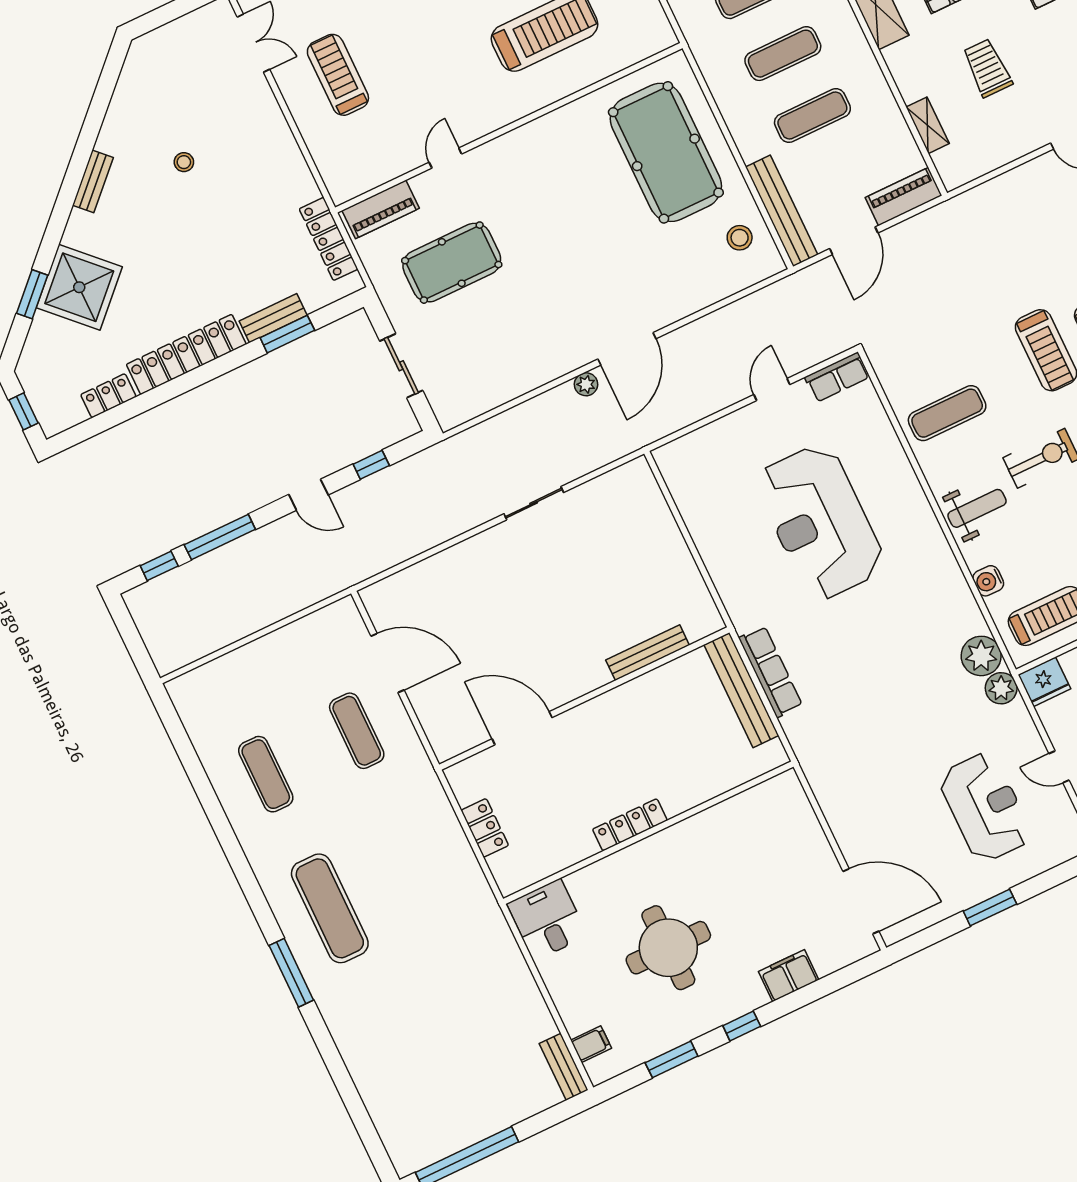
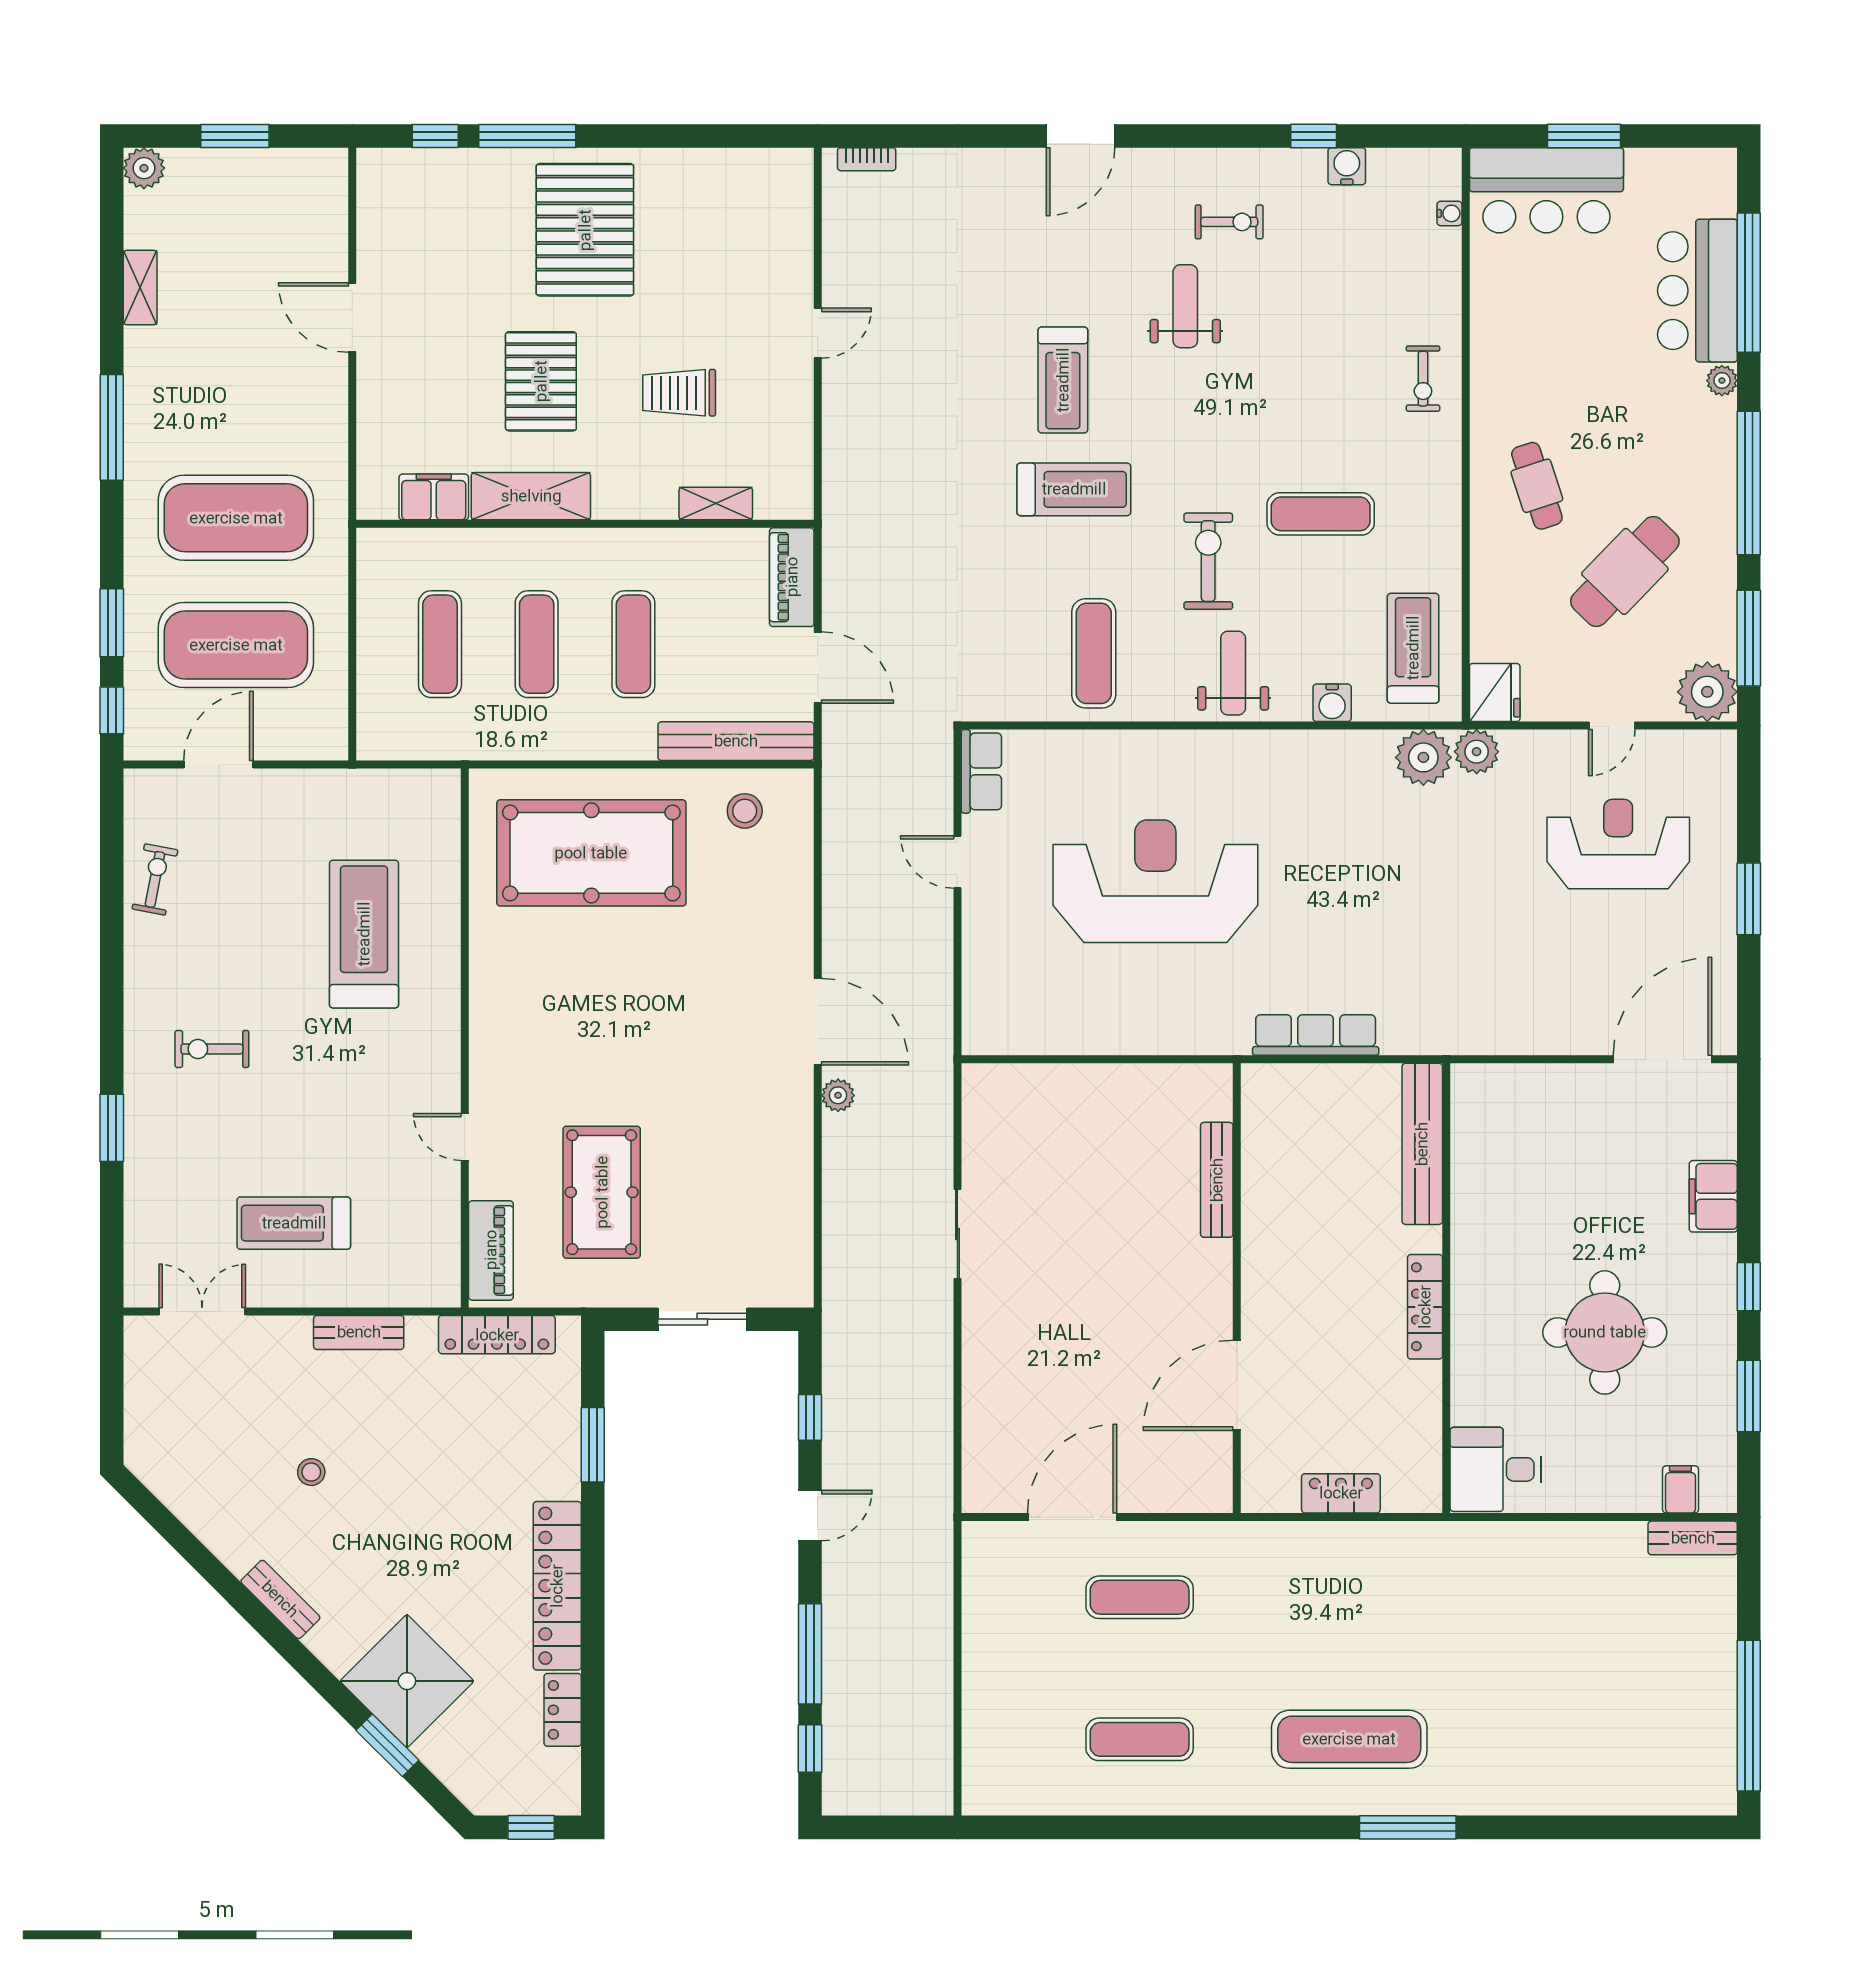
bench: (273, 318) -> (359, 1332), moved, turned 90
reception desk: (820, 522) -> (1155, 881), turned 180
bench: (741, 690) -> (1422, 1144), moved, turned 90

